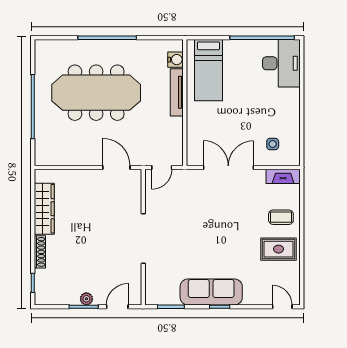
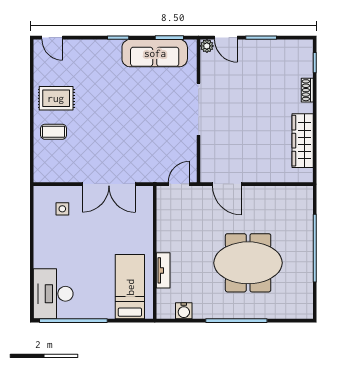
water cooler: (176, 60) -> (184, 311), moved, turned -90
tv unit: (177, 92) -> (163, 270), width x0.71
meeting table: (96, 93) -> (248, 263), width x0.73
fireplace: (283, 176) -> (51, 175), removed
shoe rack: (40, 252) -> (307, 90), width x0.70
sofa: (211, 292) -> (155, 53), moved
plant: (86, 299) -> (207, 46), moved
door: (117, 307) -> (226, 38), hinge flipped

